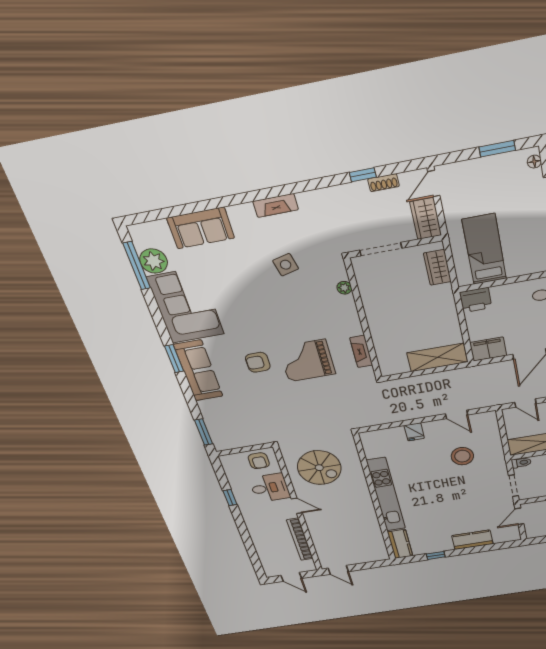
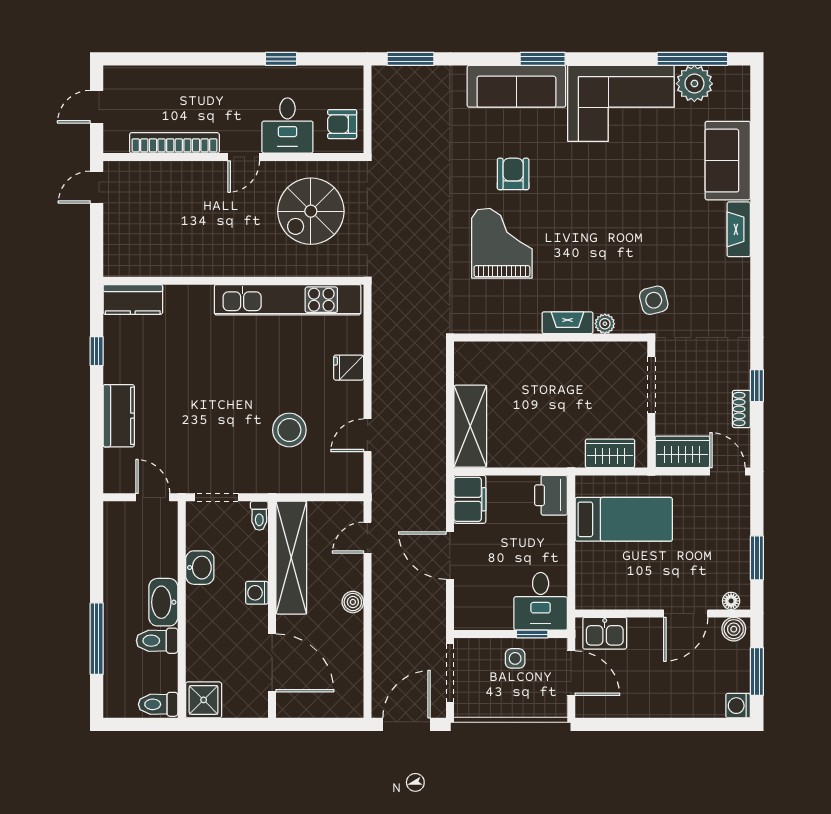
fireplace: (276, 205) -> (739, 229), moved
side table: (286, 265) -> (654, 300), moved
fireplace: (361, 351) -> (567, 323), moved
kitchen unit: (386, 495) -> (288, 300), moved

